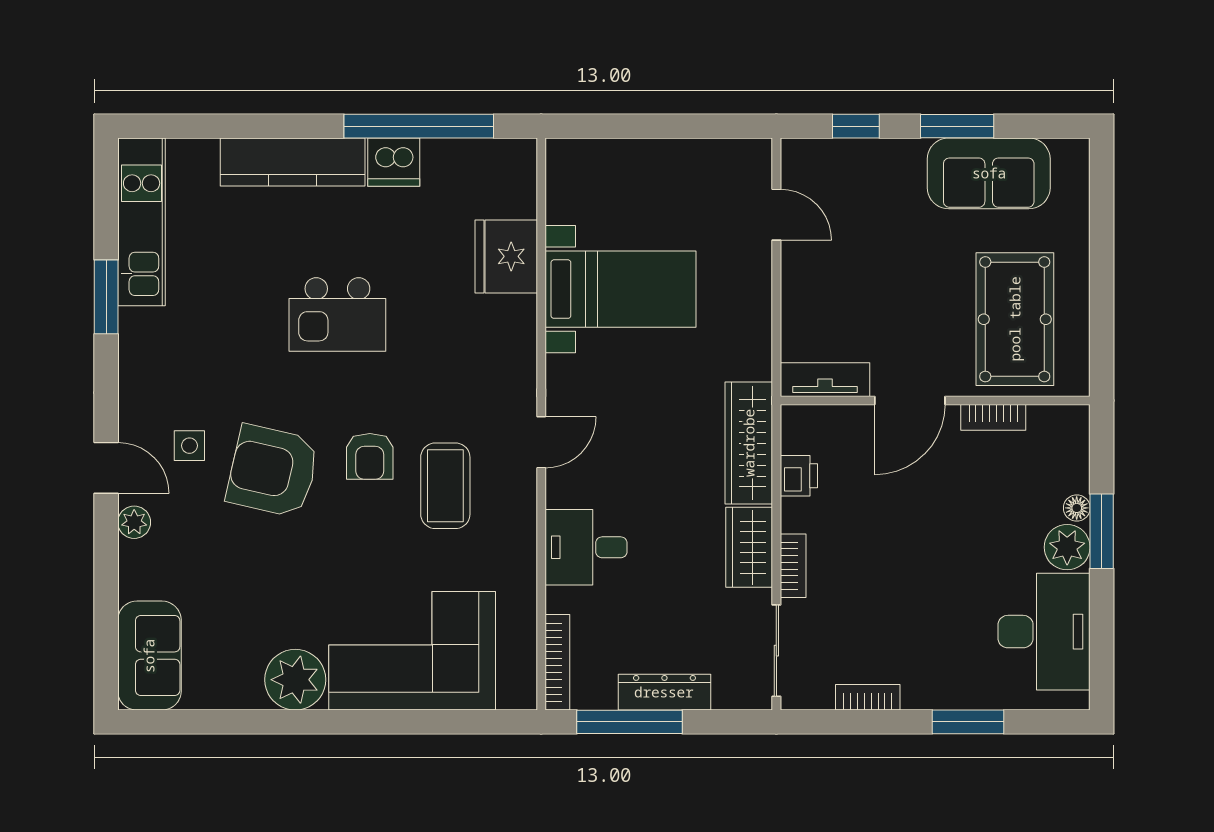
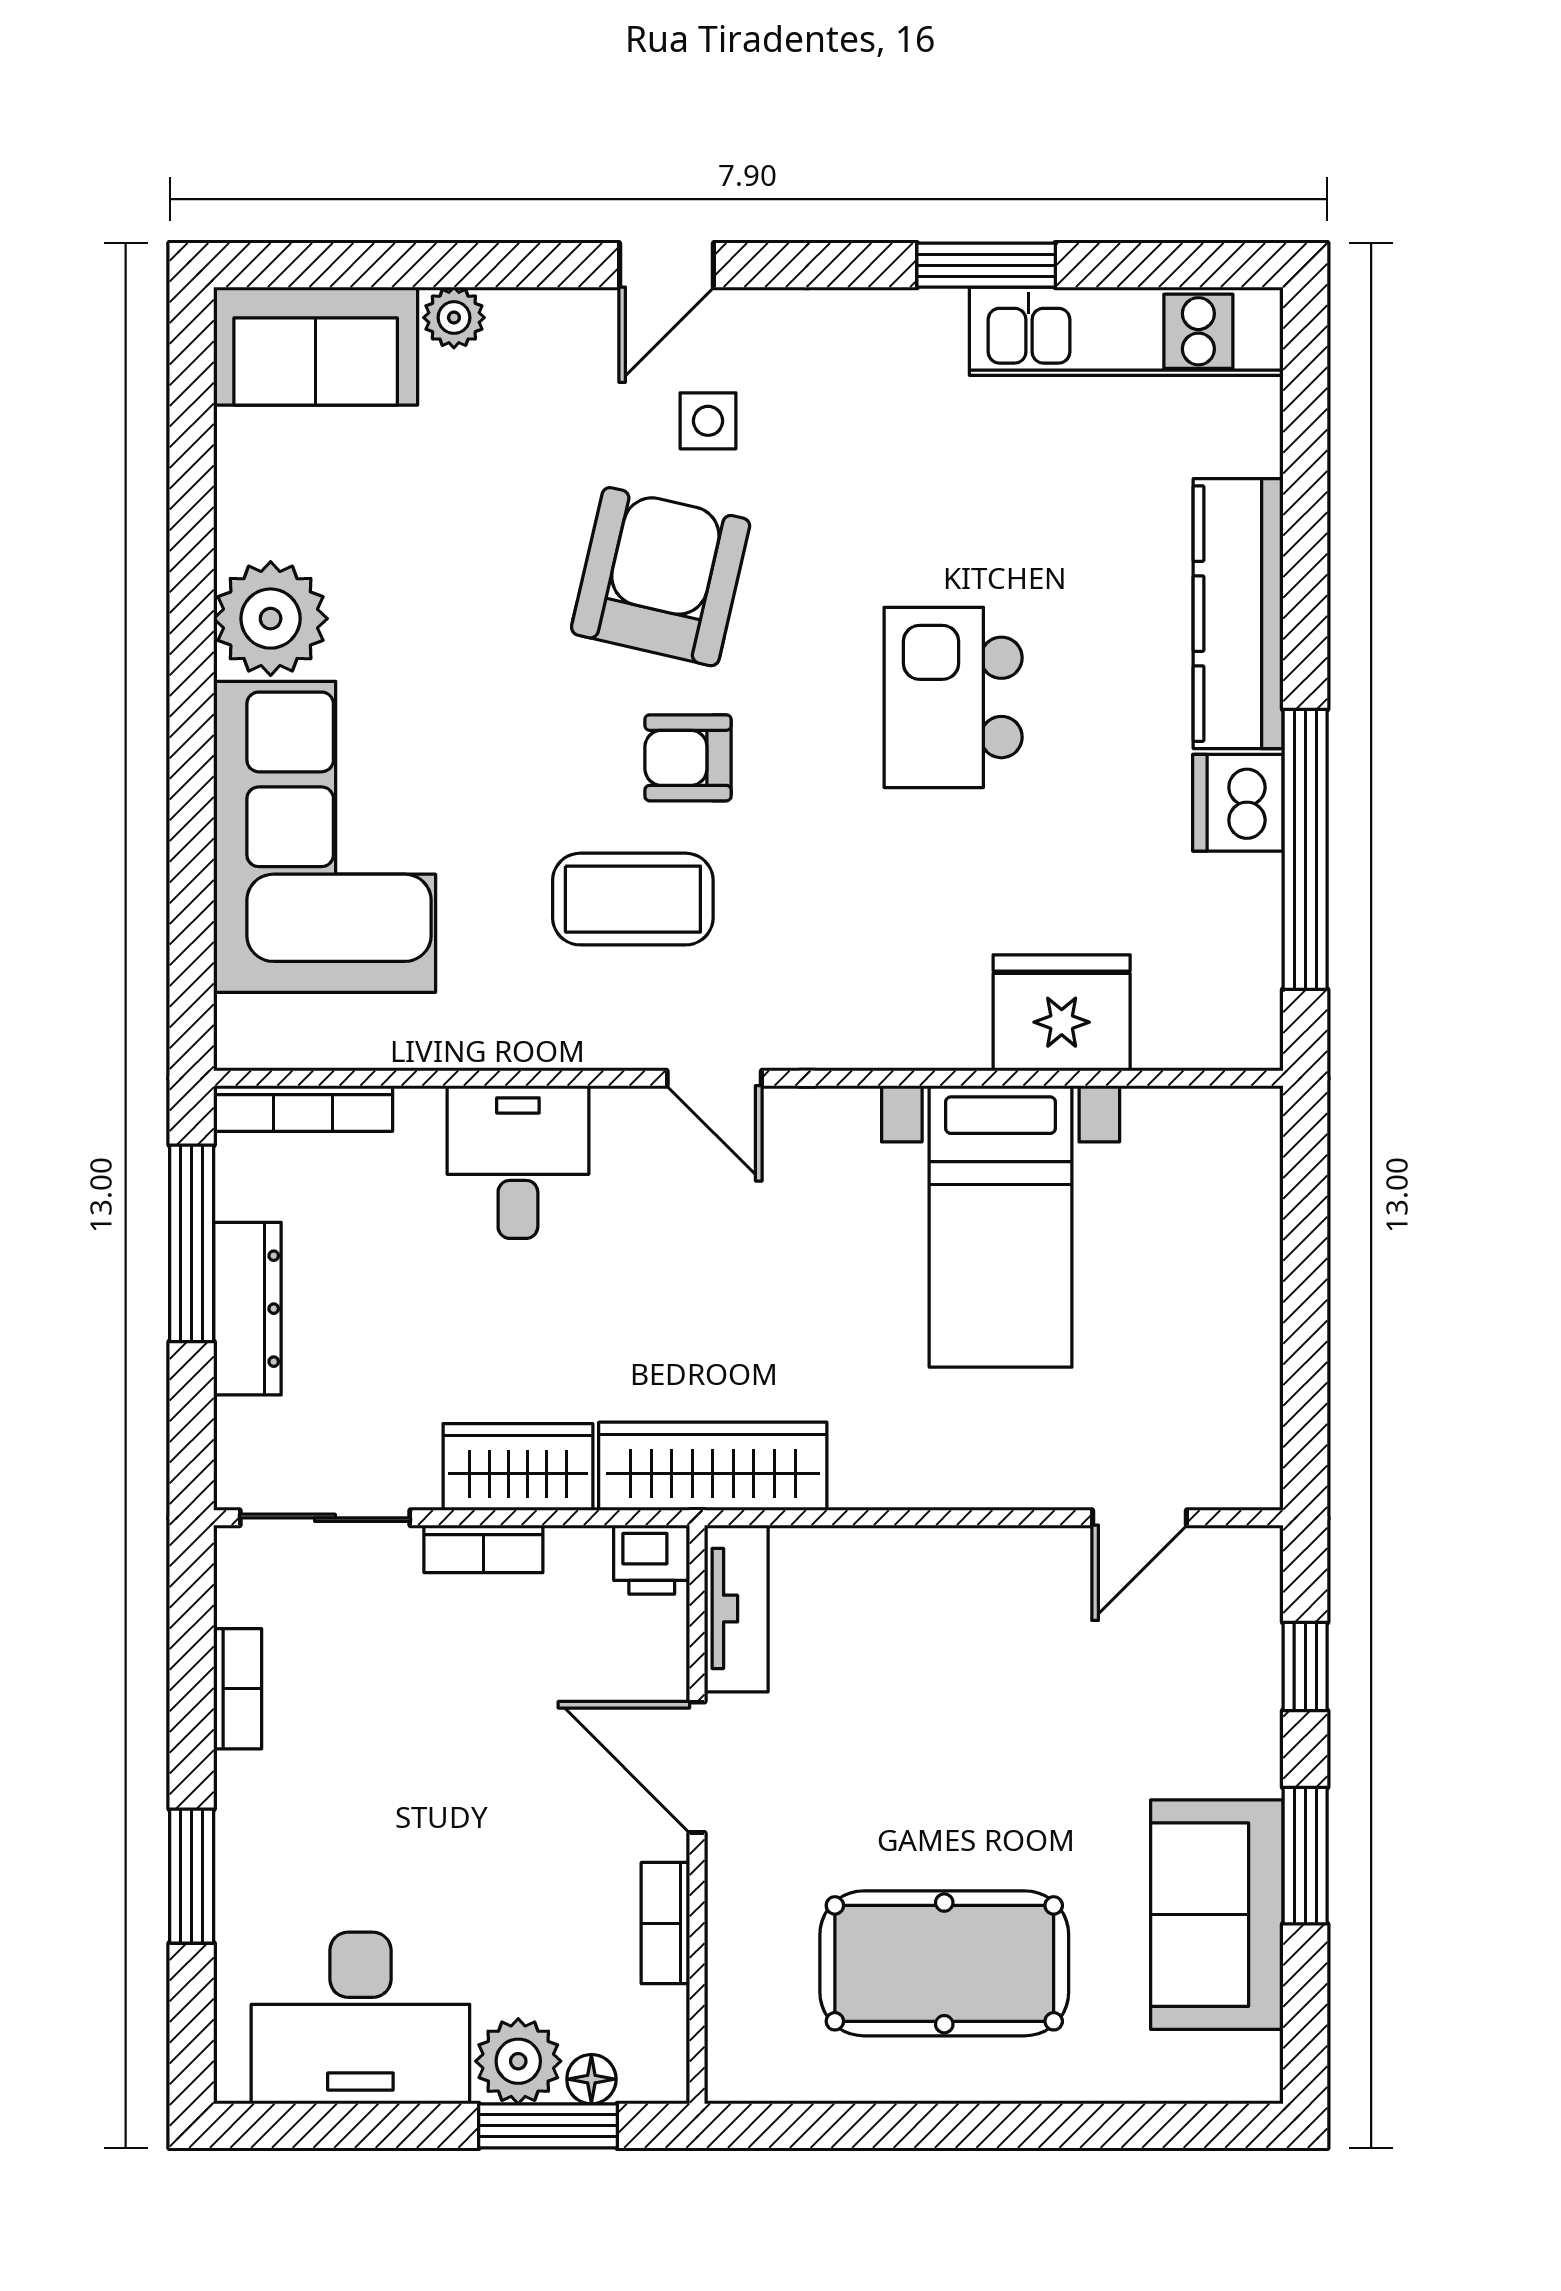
tv unit: (825, 380) -> (736, 1609), moved
door: (910, 401) -> (697, 1767), moved
wall: (935, 401) -> (697, 1814), moved
bookcase: (993, 417) -> (665, 1923), moved
plant: (134, 522) -> (454, 318), moved

